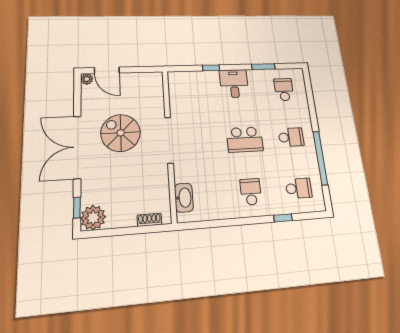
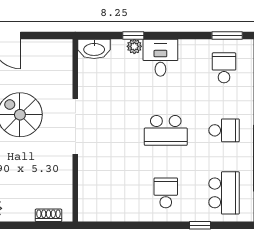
window: (263, 67) -> (227, 35), moved
plant: (213, 76) -> (134, 46), added
school desk: (299, 188) -> (224, 193), width x1.85
washbasin: (184, 198) -> (94, 49), moved, turned 90

